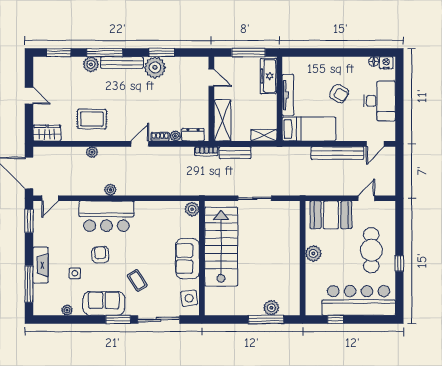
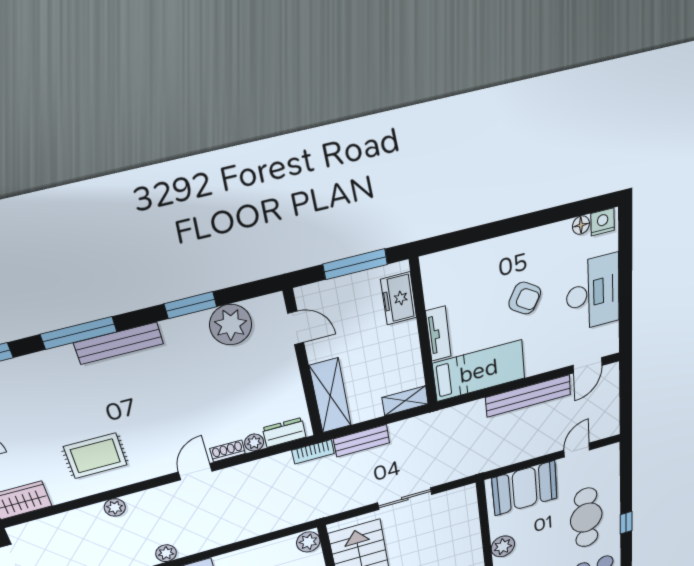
plant: (91, 64) -> (59, 362), removed
plant: (155, 67) -> (231, 325), moved
freezer: (269, 76) -> (399, 298), width x0.71
tv unit: (288, 95) -> (438, 334), width x0.71

